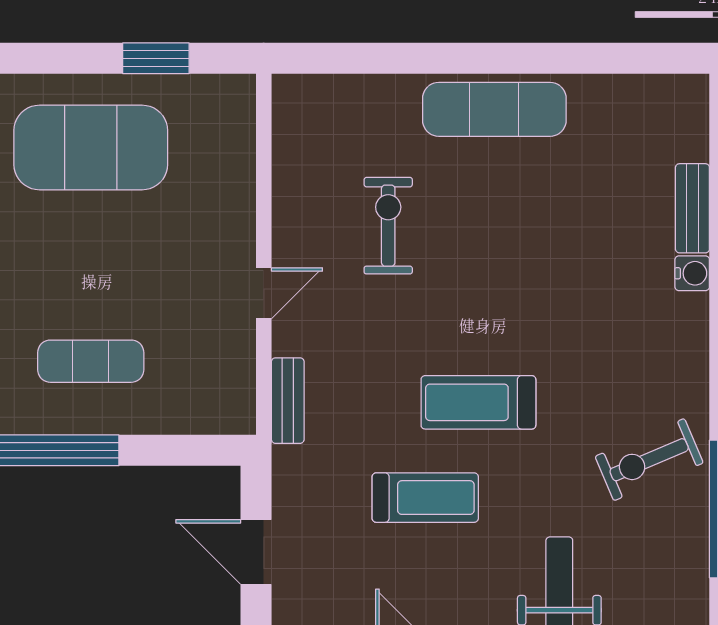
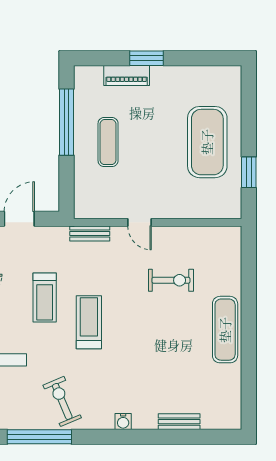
water cooler: (692, 273) -> (123, 421), moved

